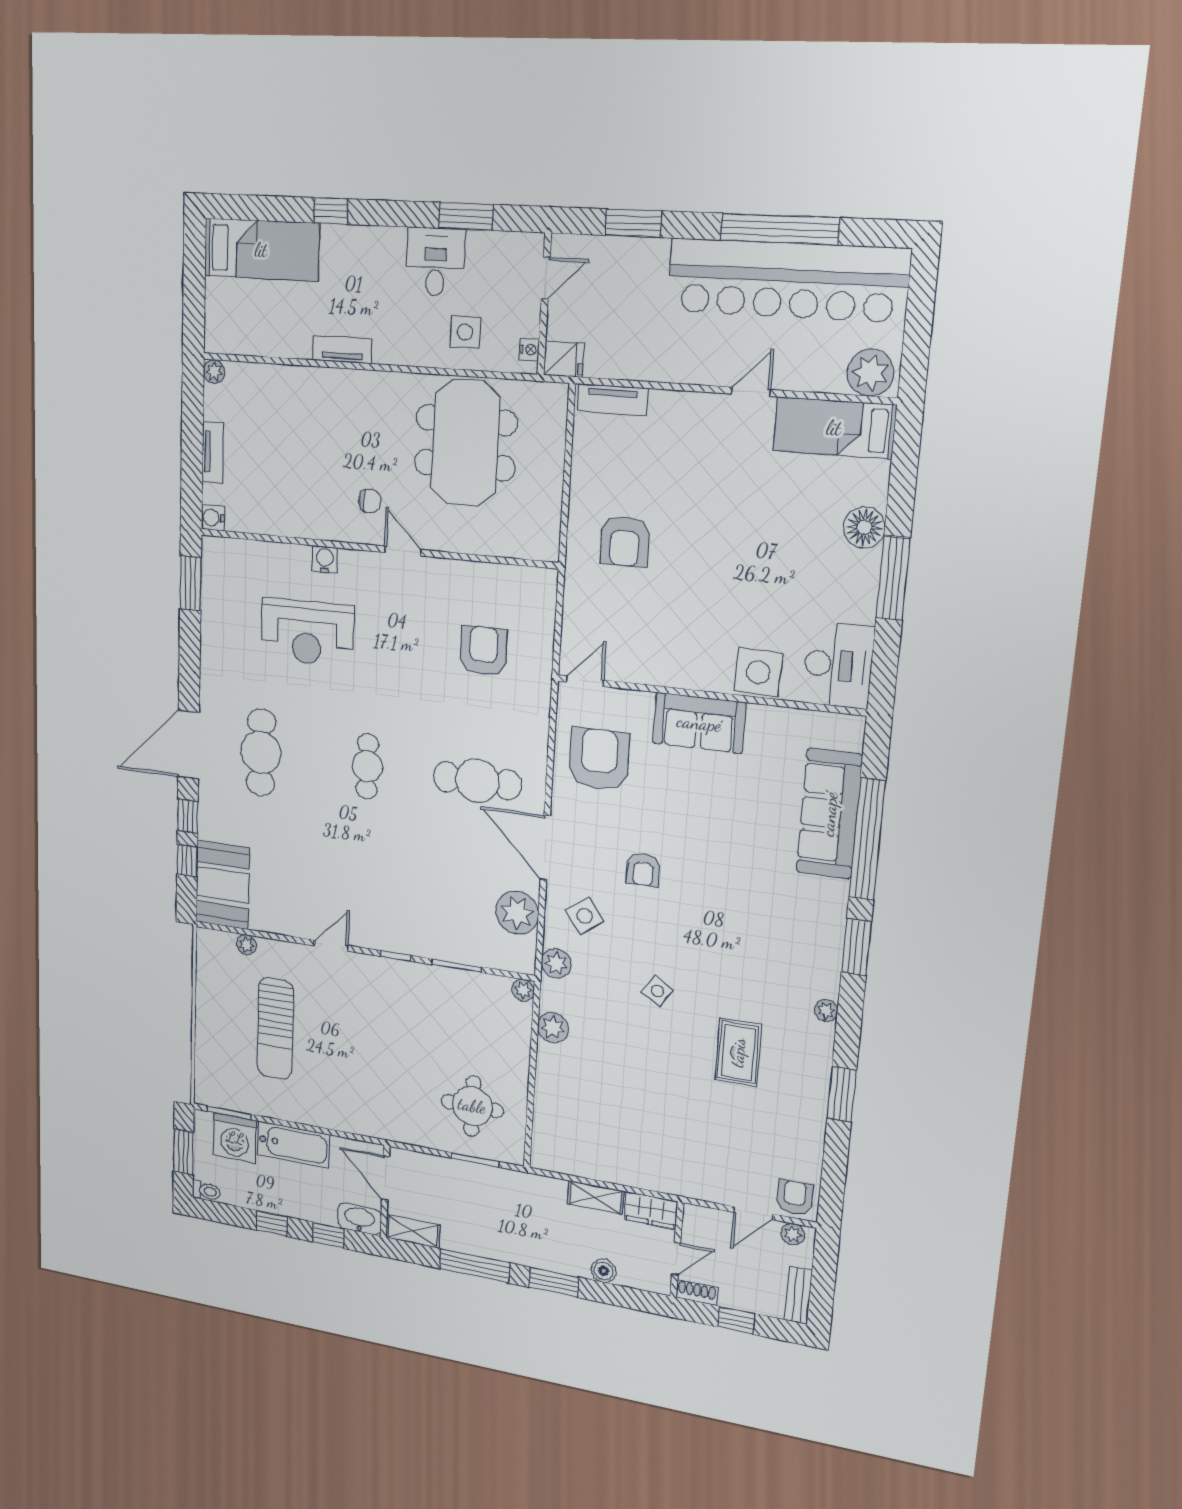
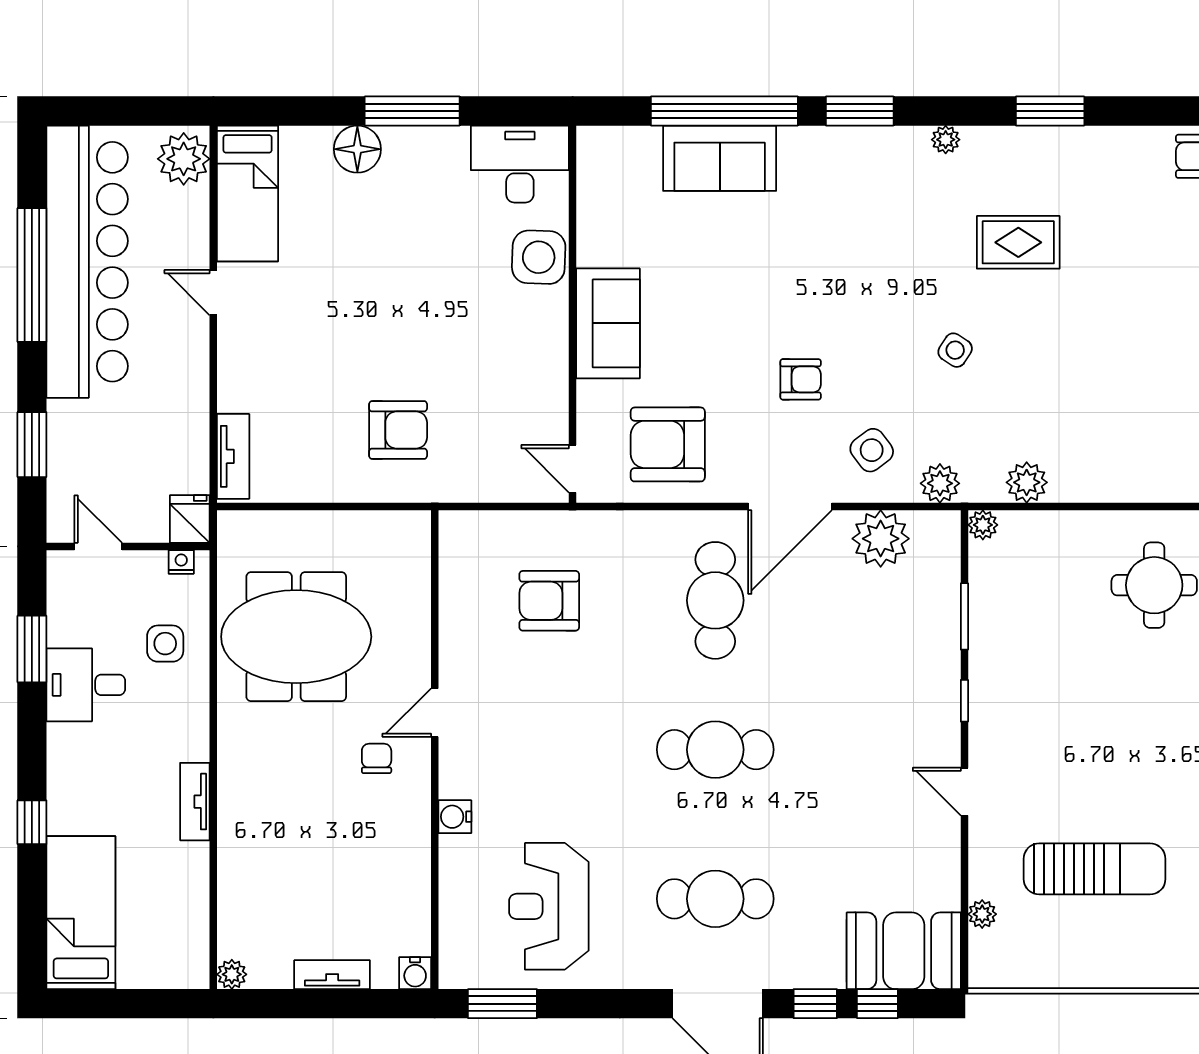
reception desk: (307, 632) -> (549, 906), moved, turned 180
cafe table: (367, 766) -> (715, 750), width x1.37, depth x1.35
sofa: (829, 814) -> (720, 158), width x0.73

